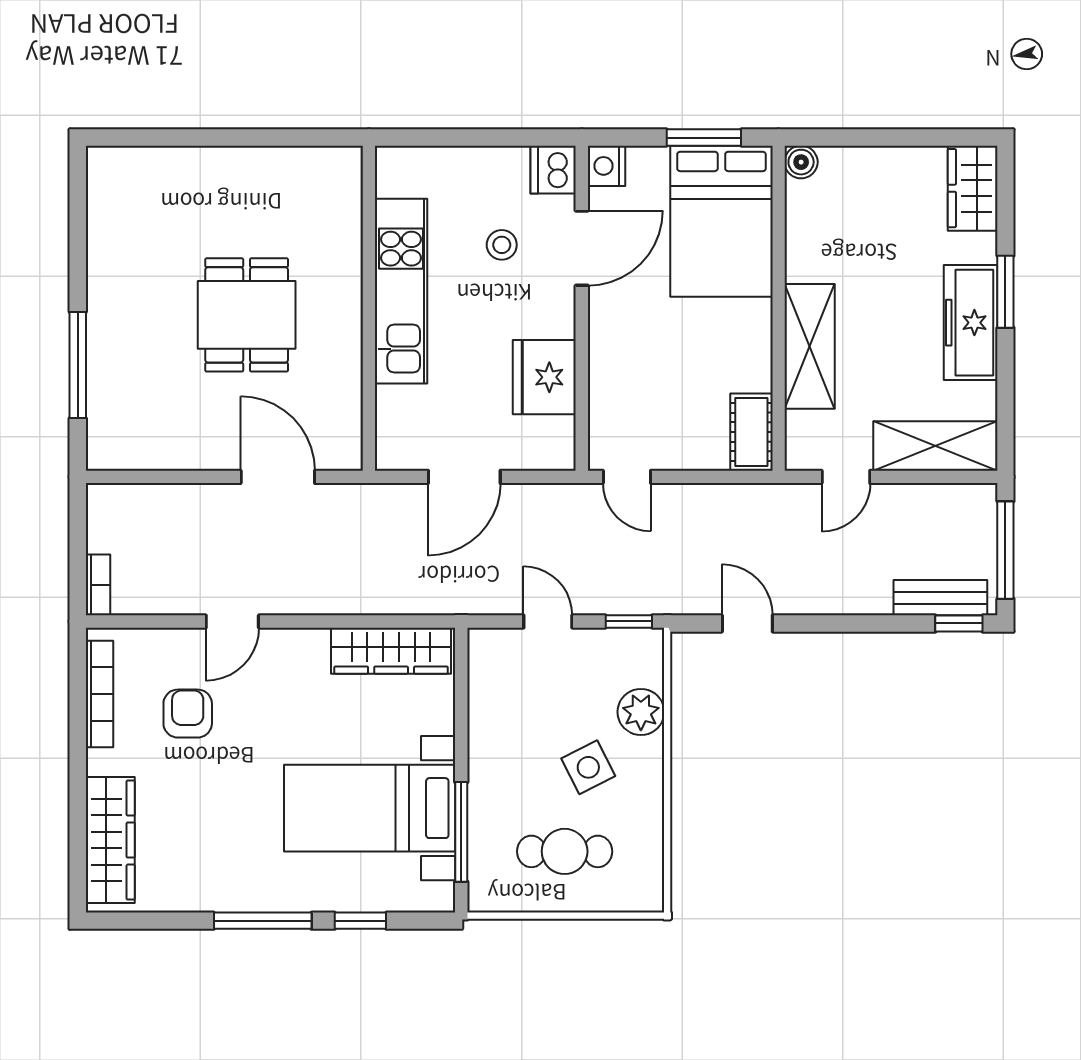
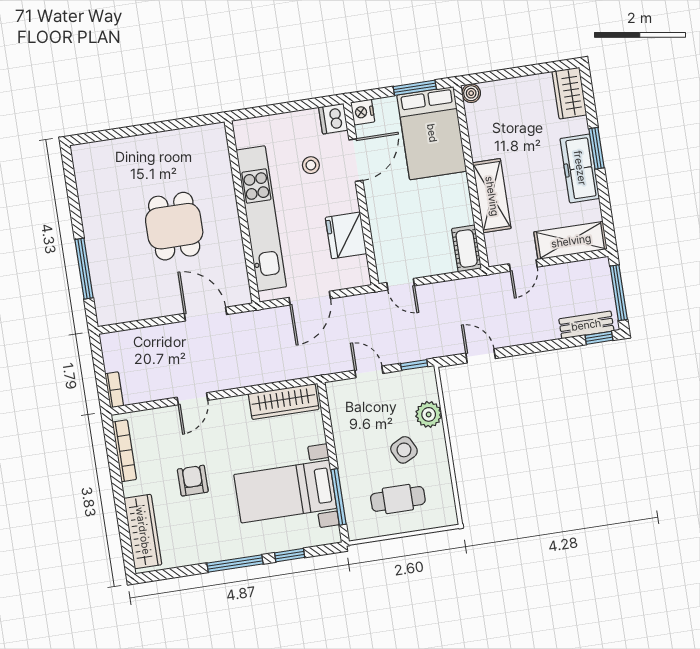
kitchen unit: (401, 291) -> (261, 218), width x1.36
armchair: (188, 714) -> (193, 481), moved

